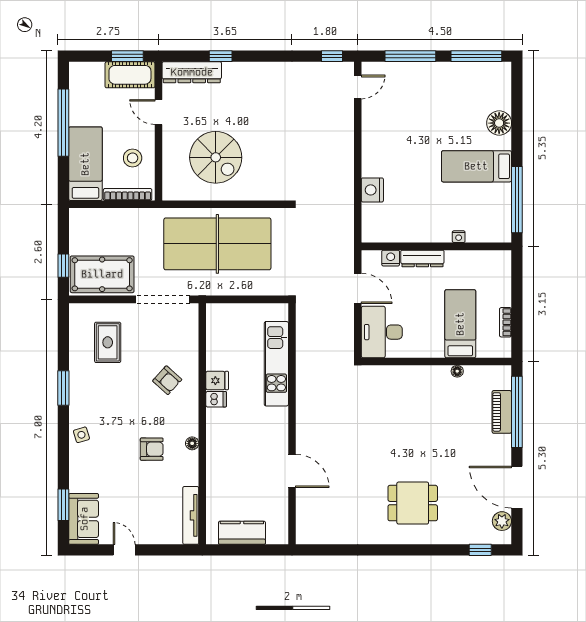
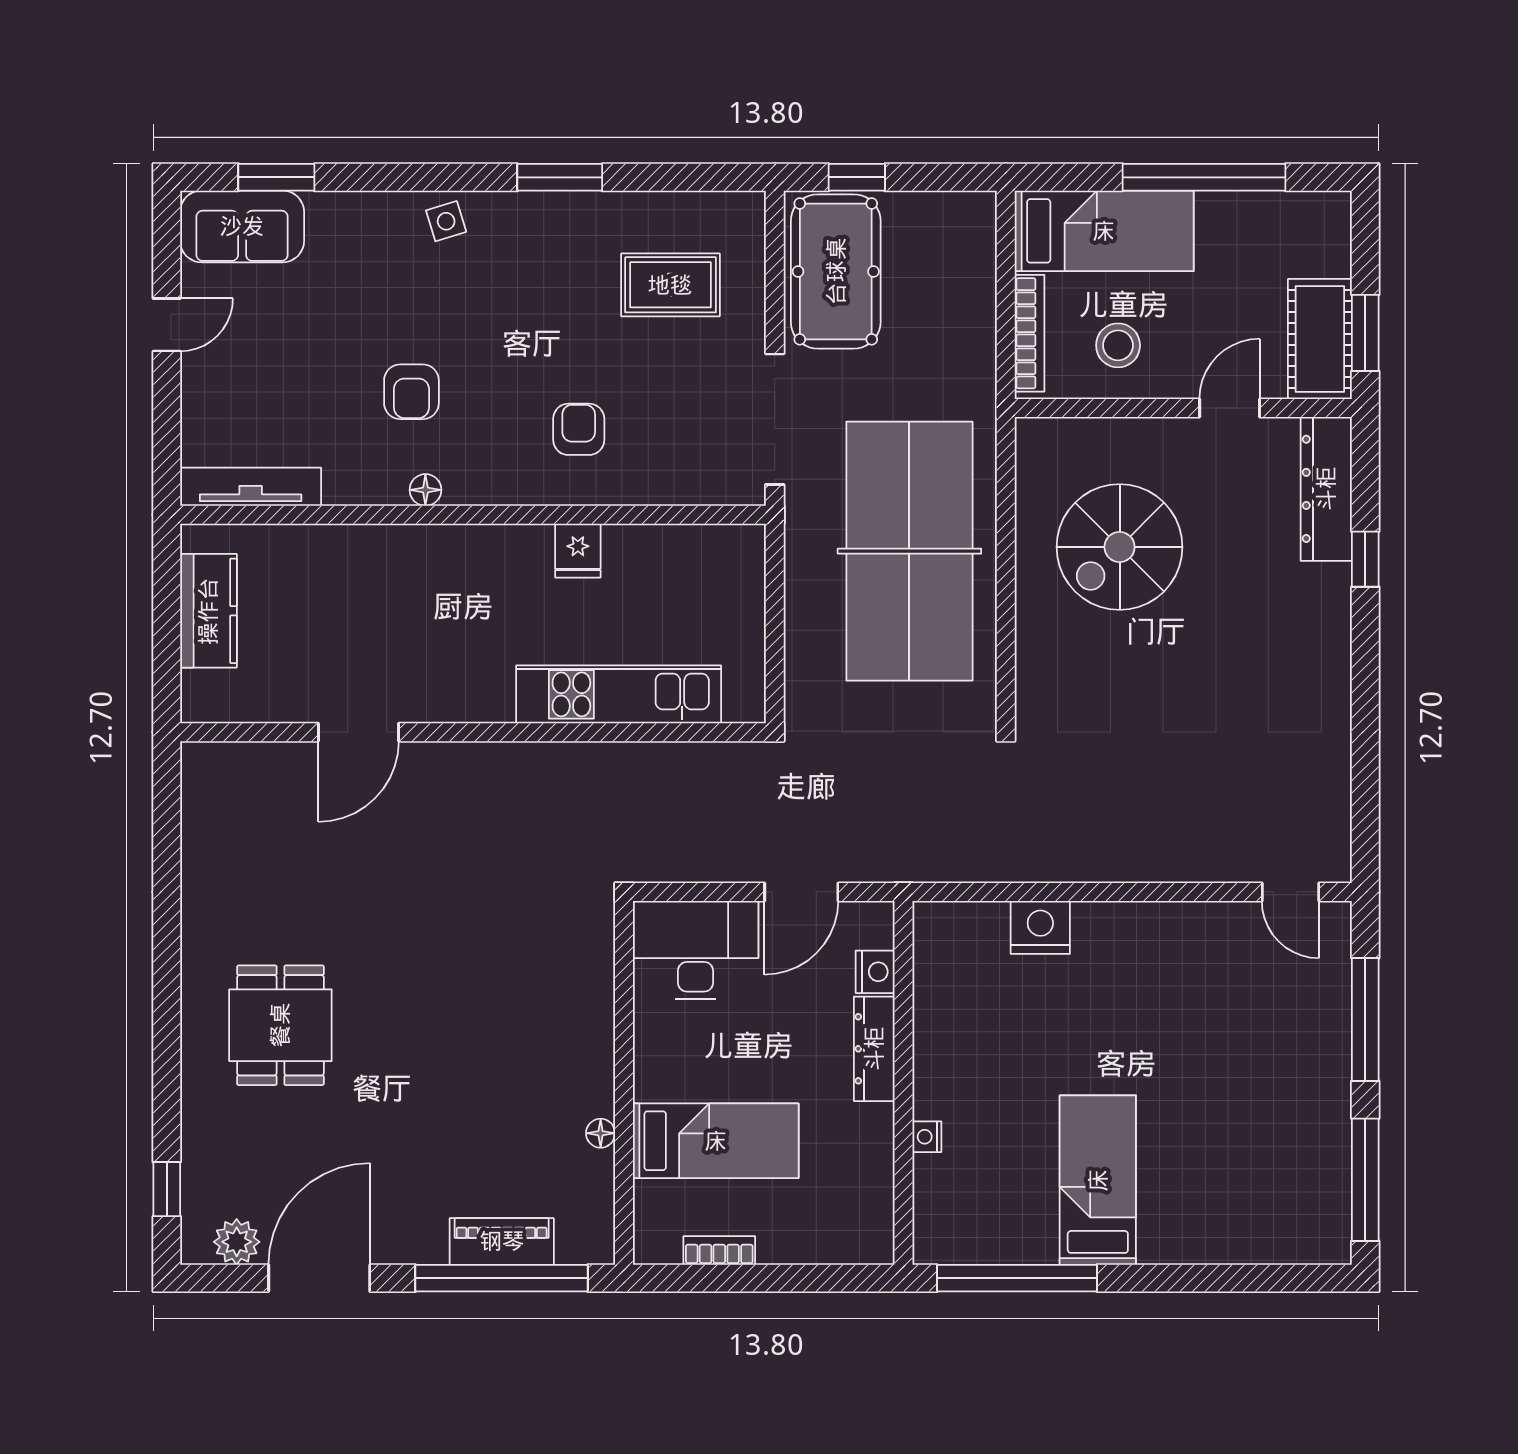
window: (332, 56) -> (1365, 829), removed
floor lamp: (499, 123) -> (1203, 1235), removed
armchair: (167, 380) -> (579, 429), turned 138
dishwasher: (216, 399) -> (533, 548), removed

